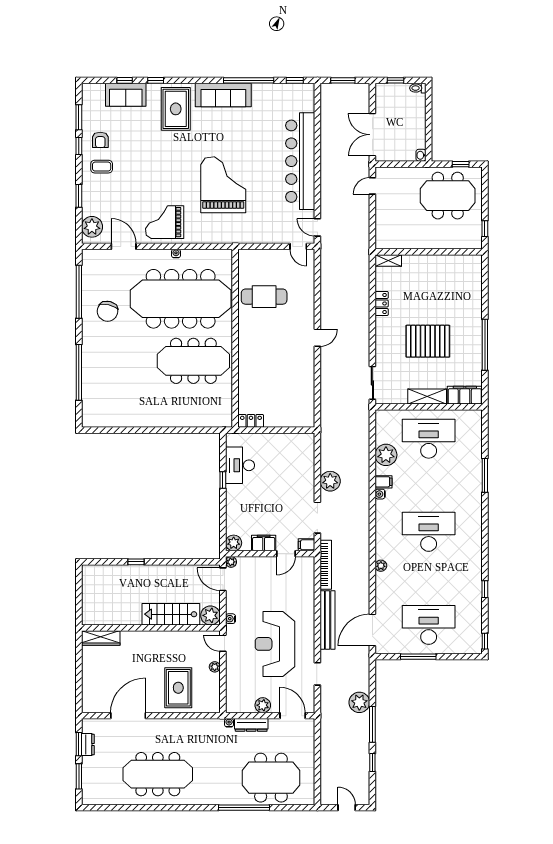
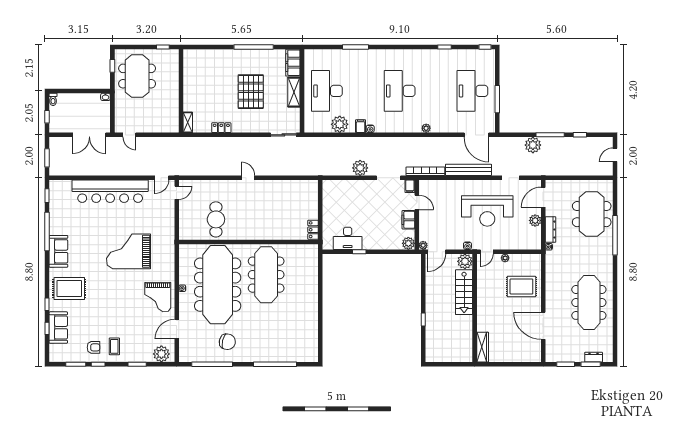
sofa: (223, 95) -> (58, 251), width x0.73
dresser: (88, 745) -> (594, 357), moved

